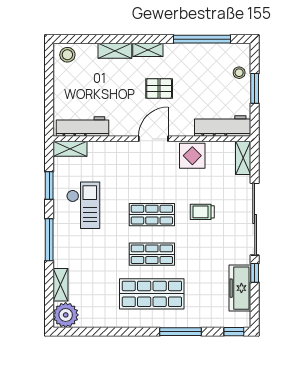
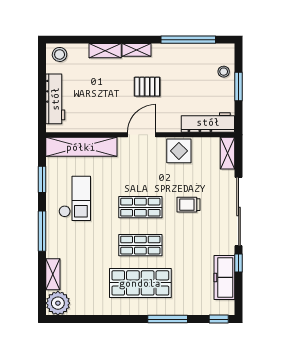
workbench: (82, 127) -> (55, 99), moved, turned 90
shelving: (70, 149) -> (81, 147), width x2.20, depth x1.33

